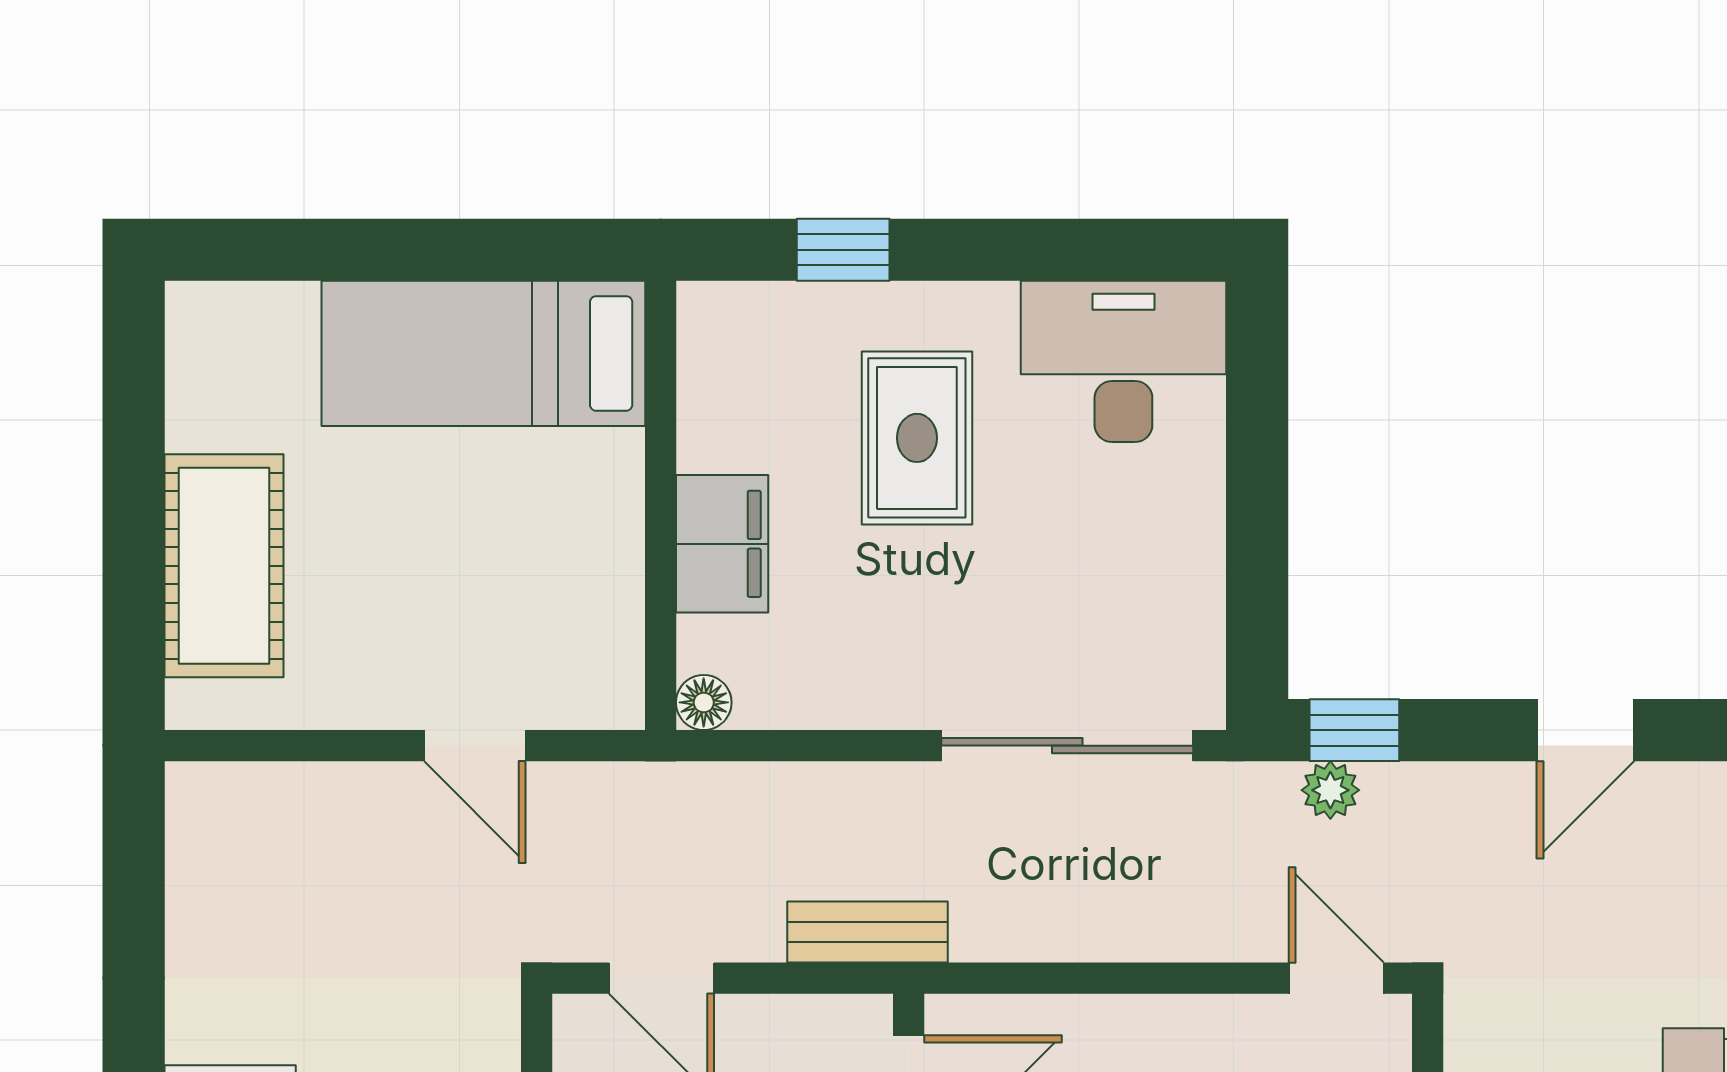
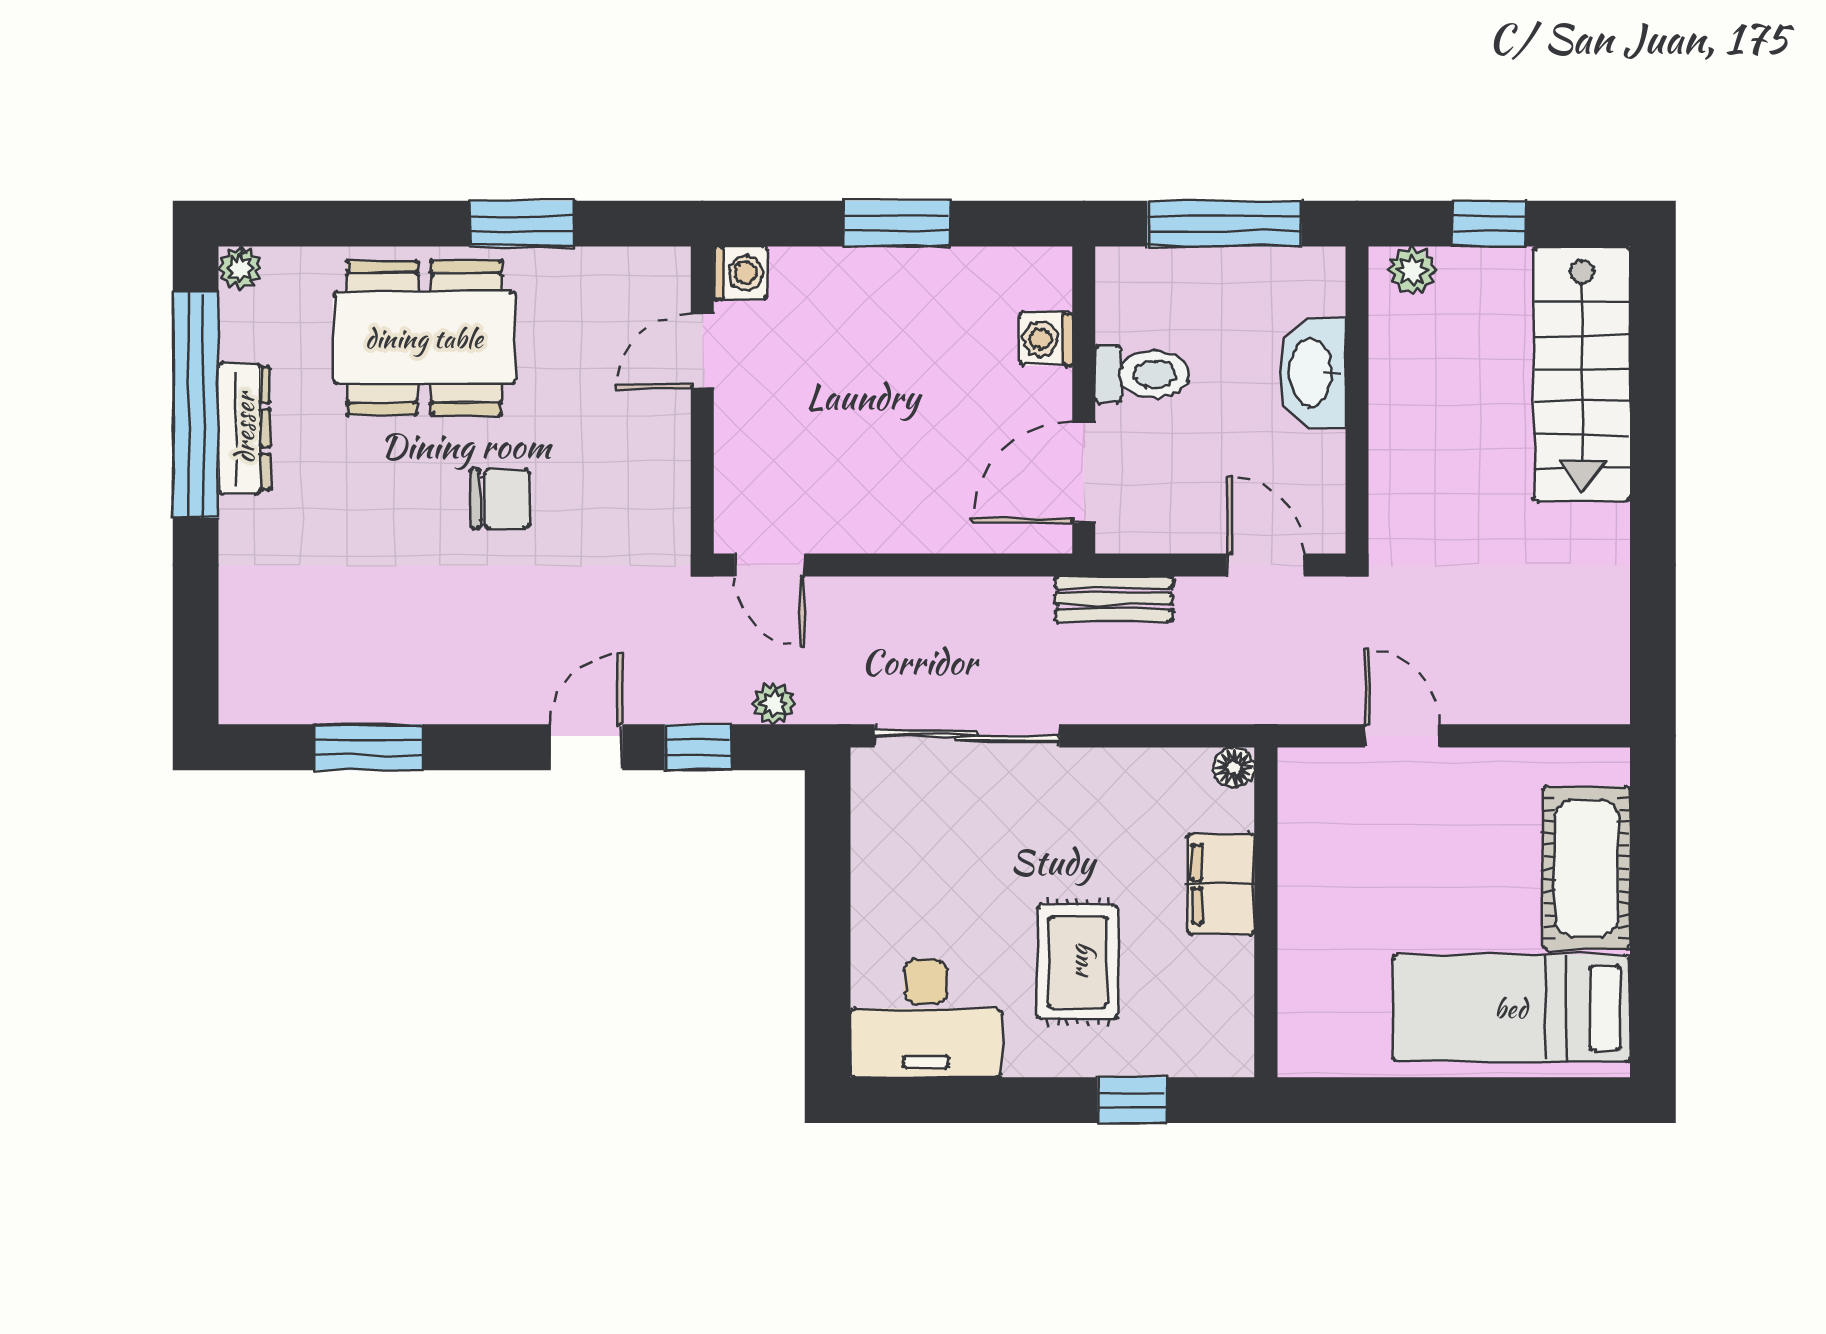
bed: (483, 353) -> (1511, 1008), moved, turned 180
window: (1354, 730) -> (698, 747), moved

